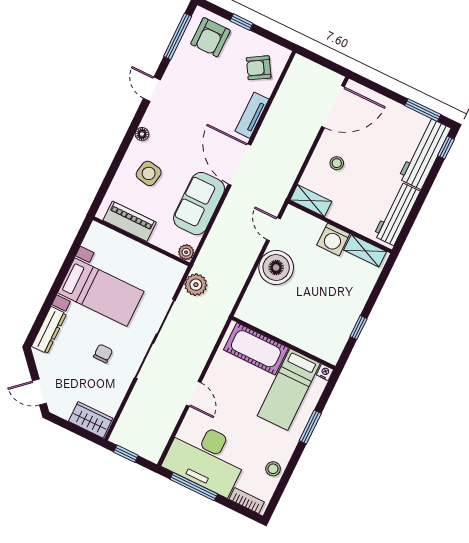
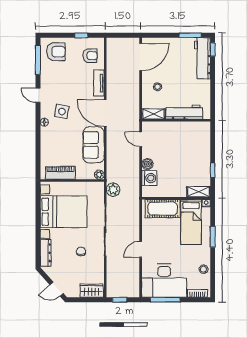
window: (242, 22) -> (81, 35), moved
armchair: (210, 37) -> (56, 52), turned -90
armchair: (259, 68) -> (90, 56), turned -149
side table: (149, 173) -> (62, 111), moved
workbench: (397, 214) -> (184, 112), moved, turned 90
washing machine: (333, 239) -> (149, 178), moved, turned -90
shelving: (365, 251) -> (198, 192), moved
boiler: (276, 268) -> (147, 164), width x0.54, depth x0.54
bed with nightstands: (101, 292) -> (64, 212), width x1.36
door: (194, 394) -> (141, 249), swing flipped

